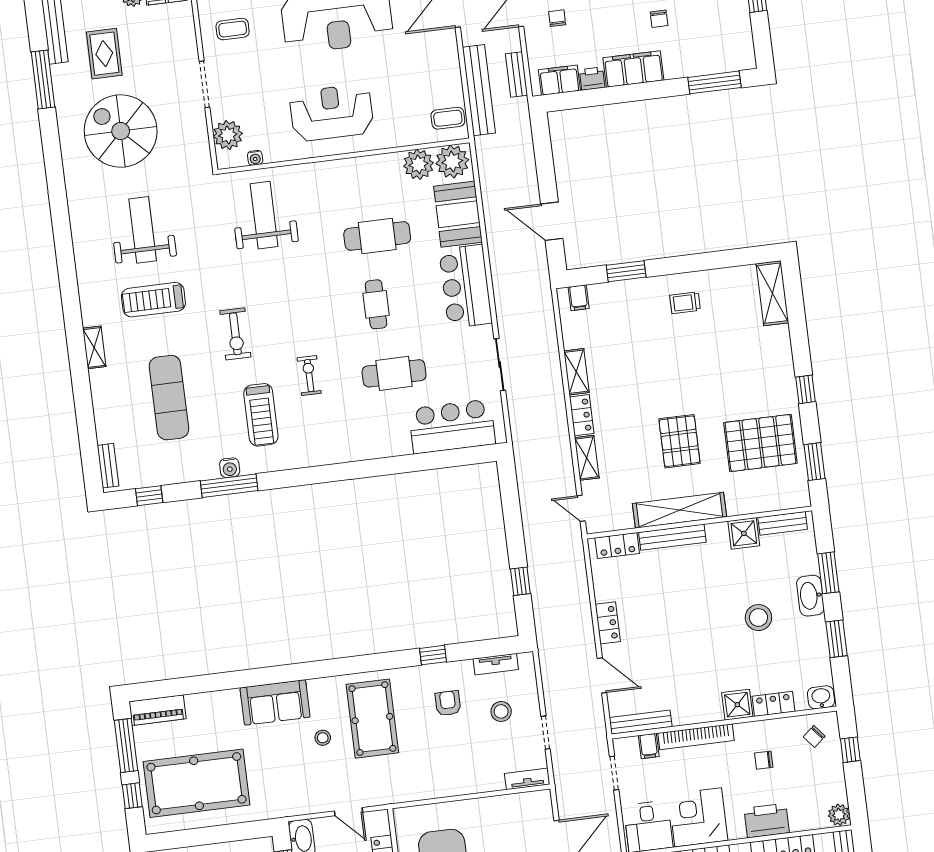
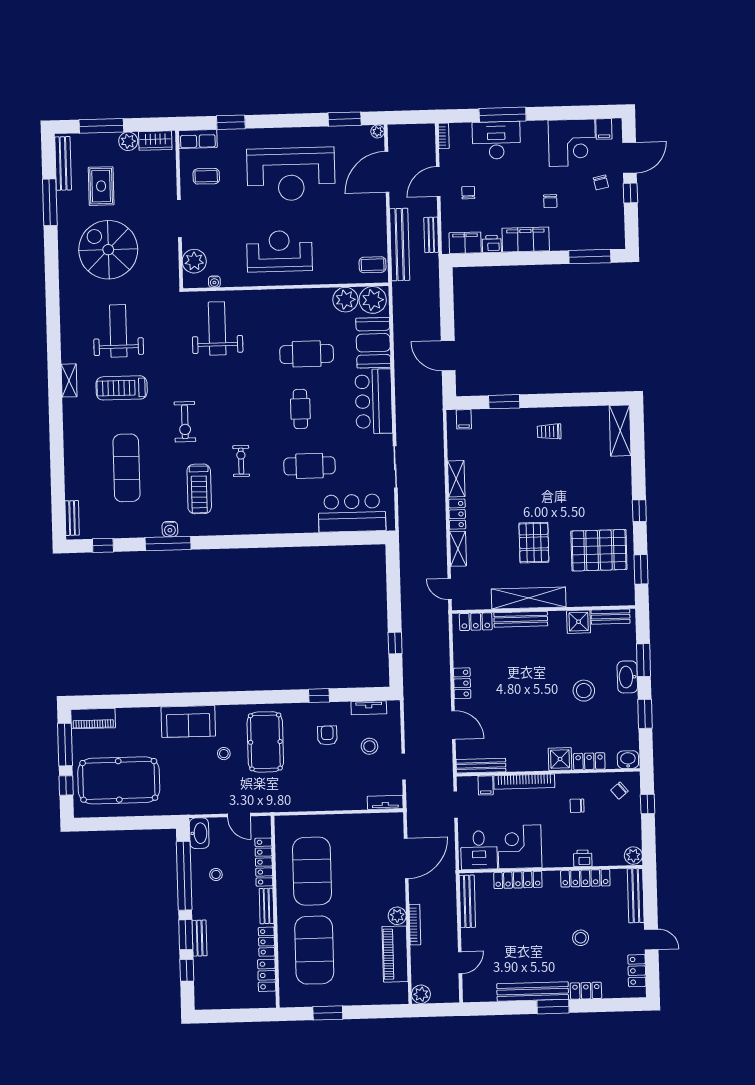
shelving: (94, 347) -> (69, 380), moved
printer: (767, 821) -> (583, 858), width x0.53, depth x0.68

